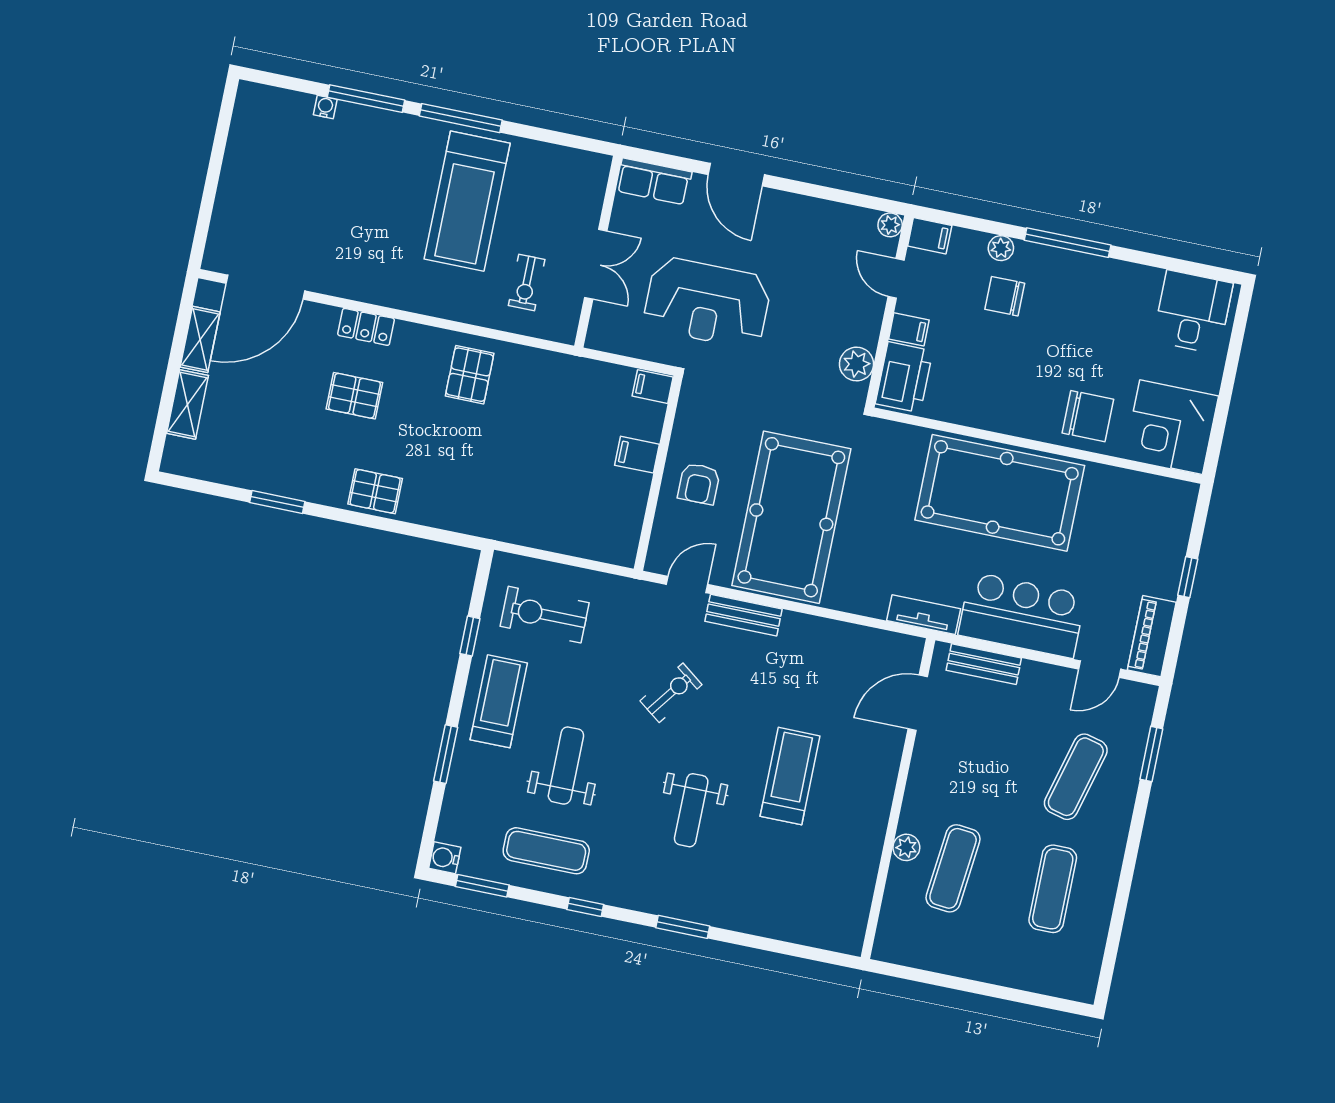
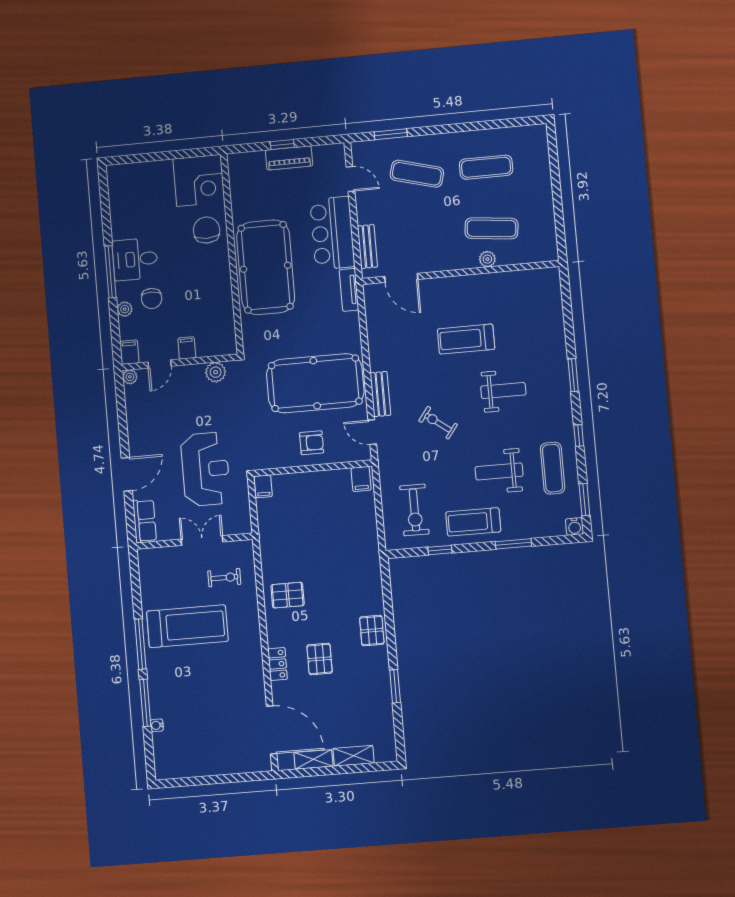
desk: (1193, 312) -> (135, 259), moved
printer: (904, 377) -> (215, 342), removed
filing cabinet: (637, 455) -> (361, 479), moved
piano: (1152, 636) -> (289, 158), moved

